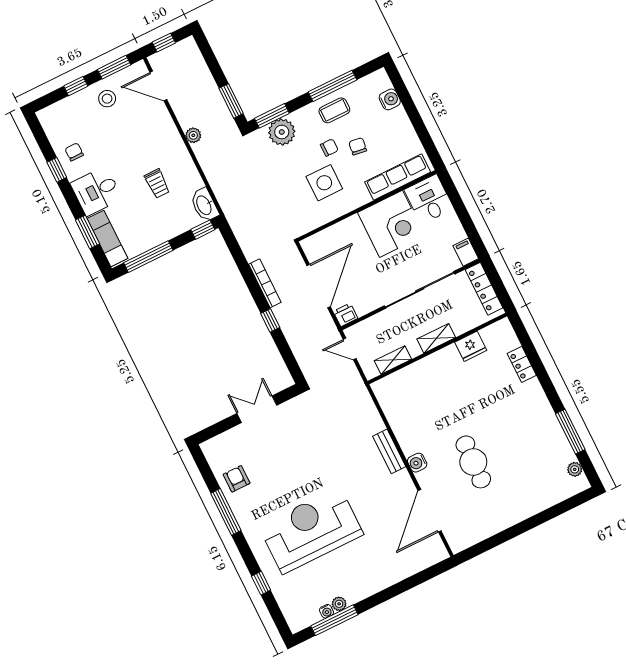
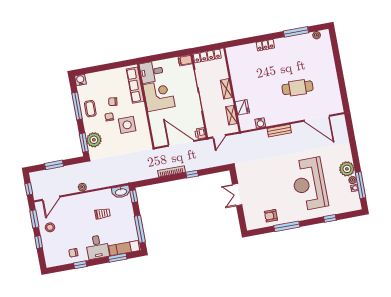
water cooler: (390, 99) -> (80, 80), moved
window: (231, 101) -> (54, 165), moved
fridge: (471, 346) -> (242, 107), moved
locker: (522, 364) -> (265, 45), moved
water cooler: (417, 463) -> (260, 123), moved
plant: (356, 588) -> (347, 169), added

